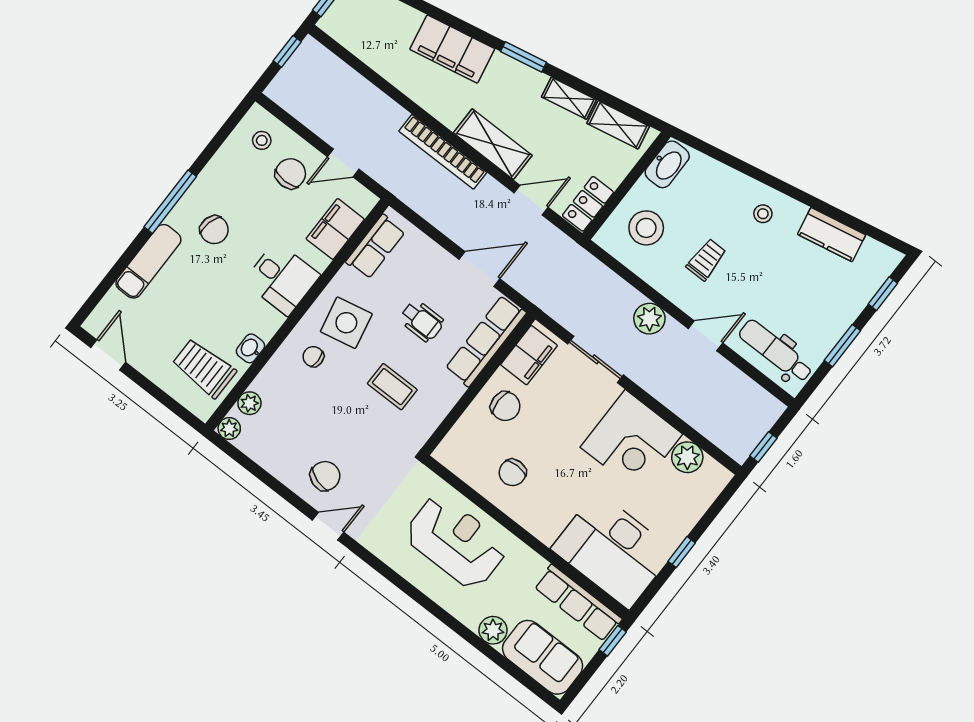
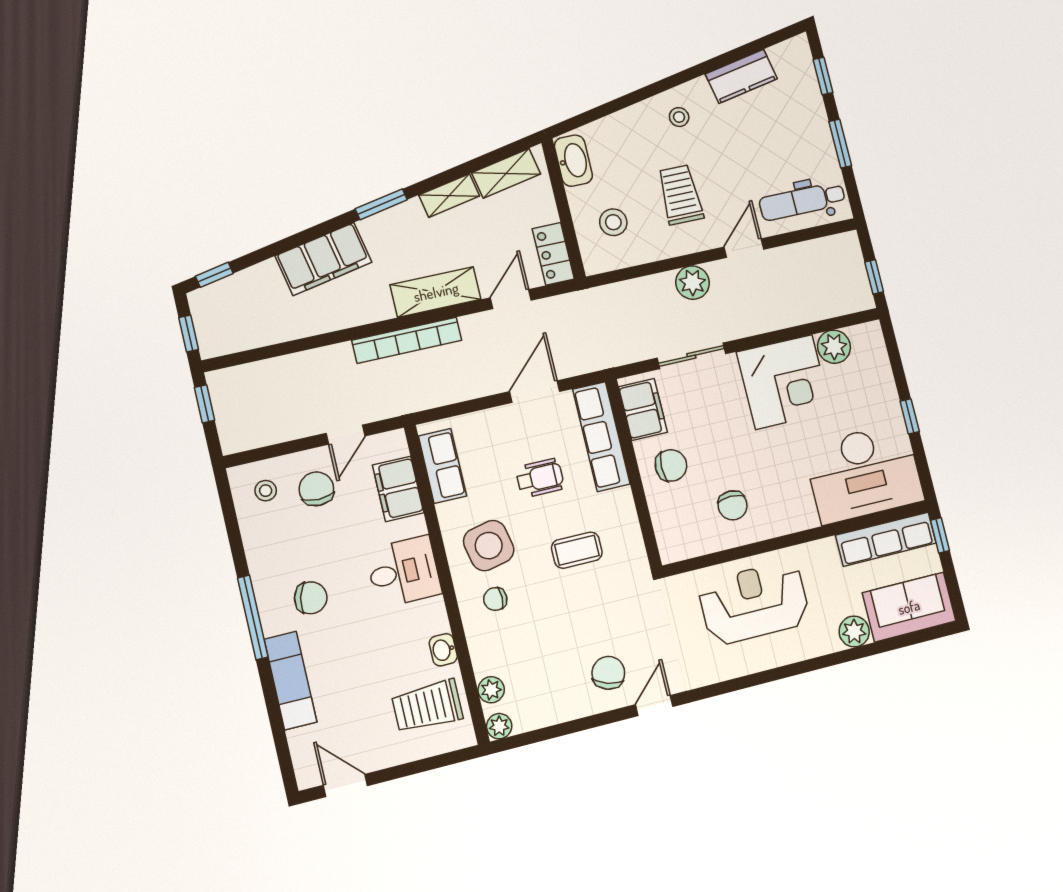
stool: (646, 228) -> (613, 222), width x0.73, depth x0.73
trolley: (706, 260) -> (680, 195), width x1.36, depth x1.39

